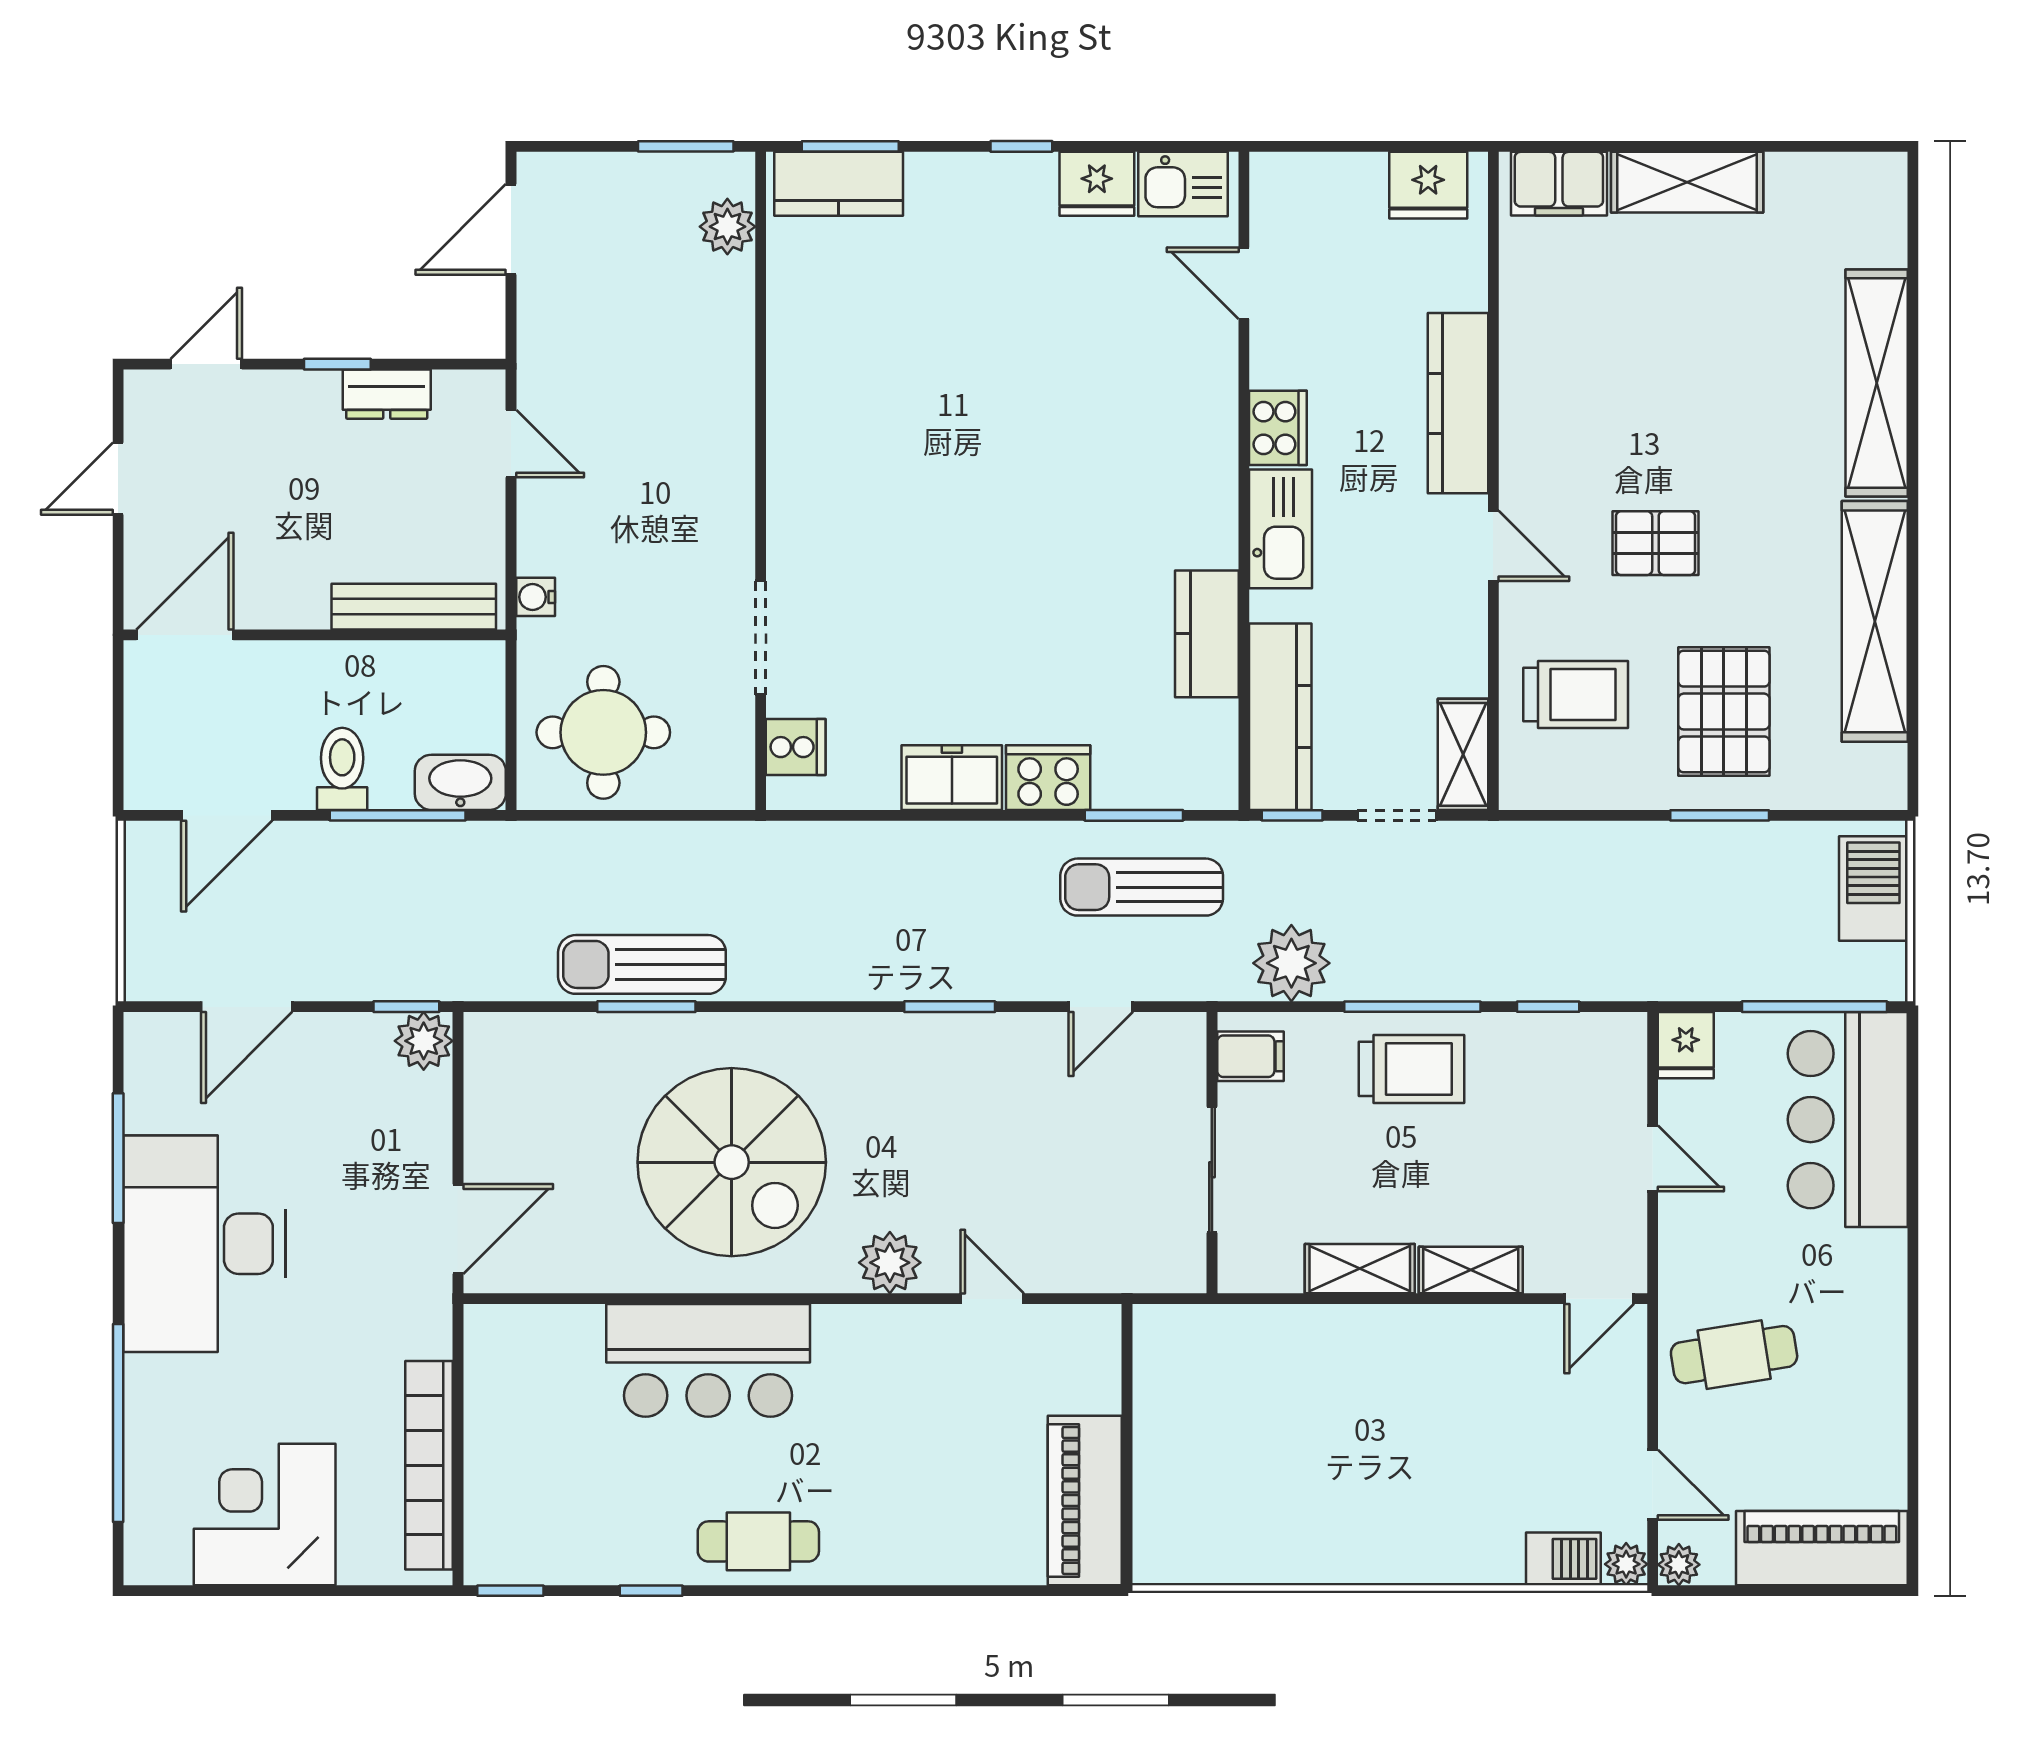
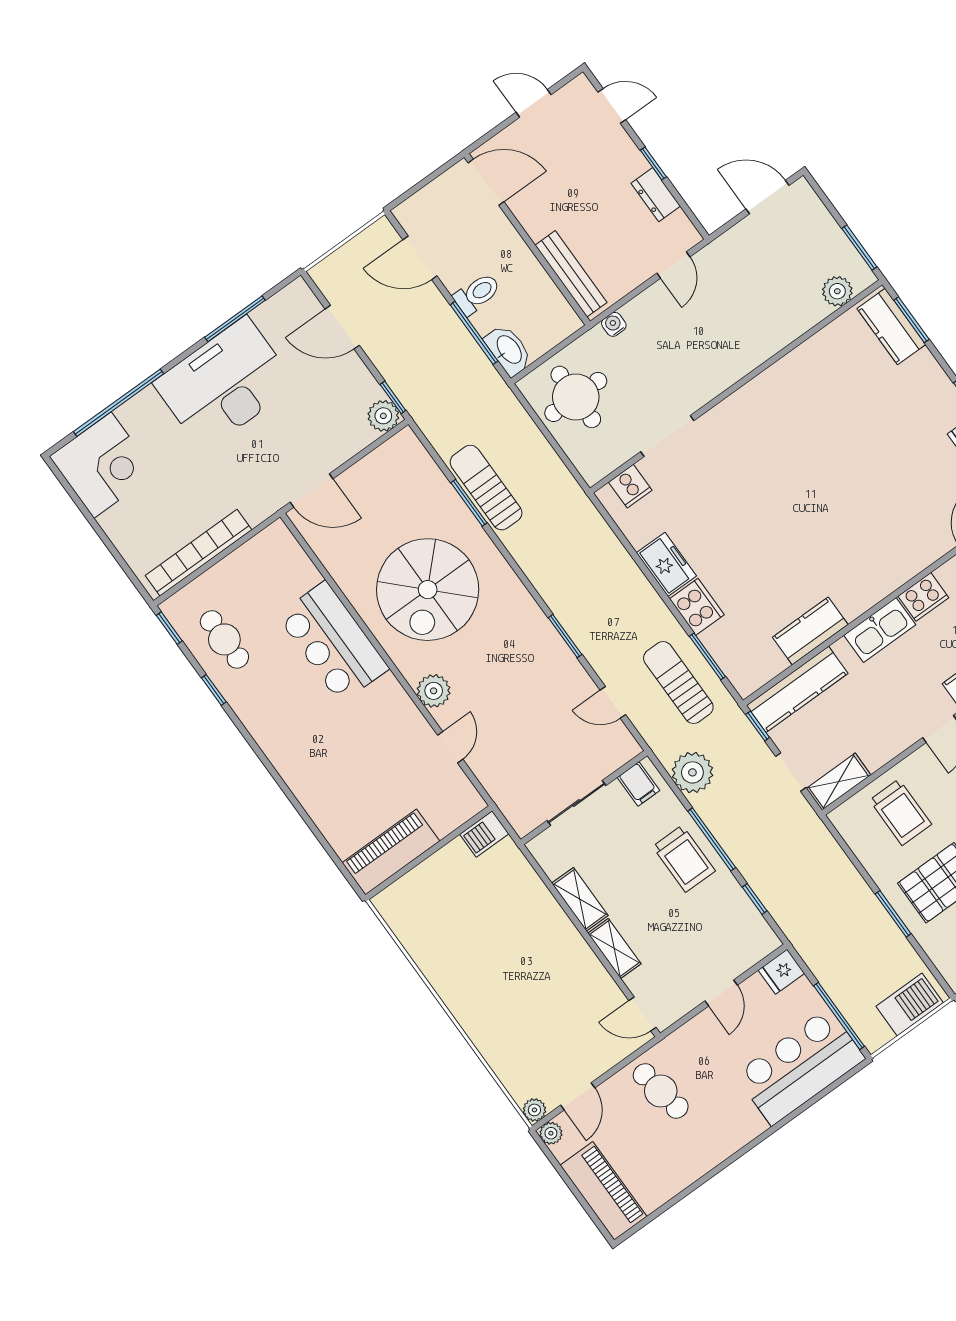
corner desk: (265, 1515) -> (102, 465), moved, turned 90
cafe table: (758, 1541) -> (224, 639), moved
barbecue: (1563, 1559) -> (484, 834), moved, turned 90

